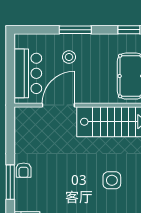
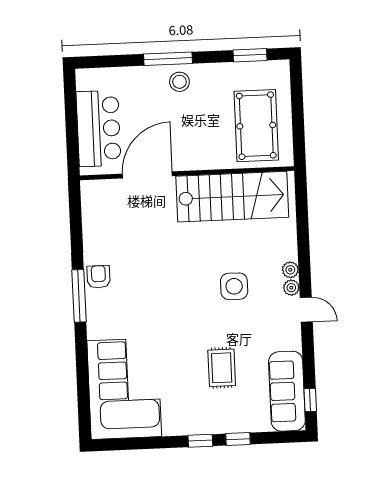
stool: (69, 57) -> (179, 82), moved
armchair: (24, 170) -> (98, 277), turned 180

